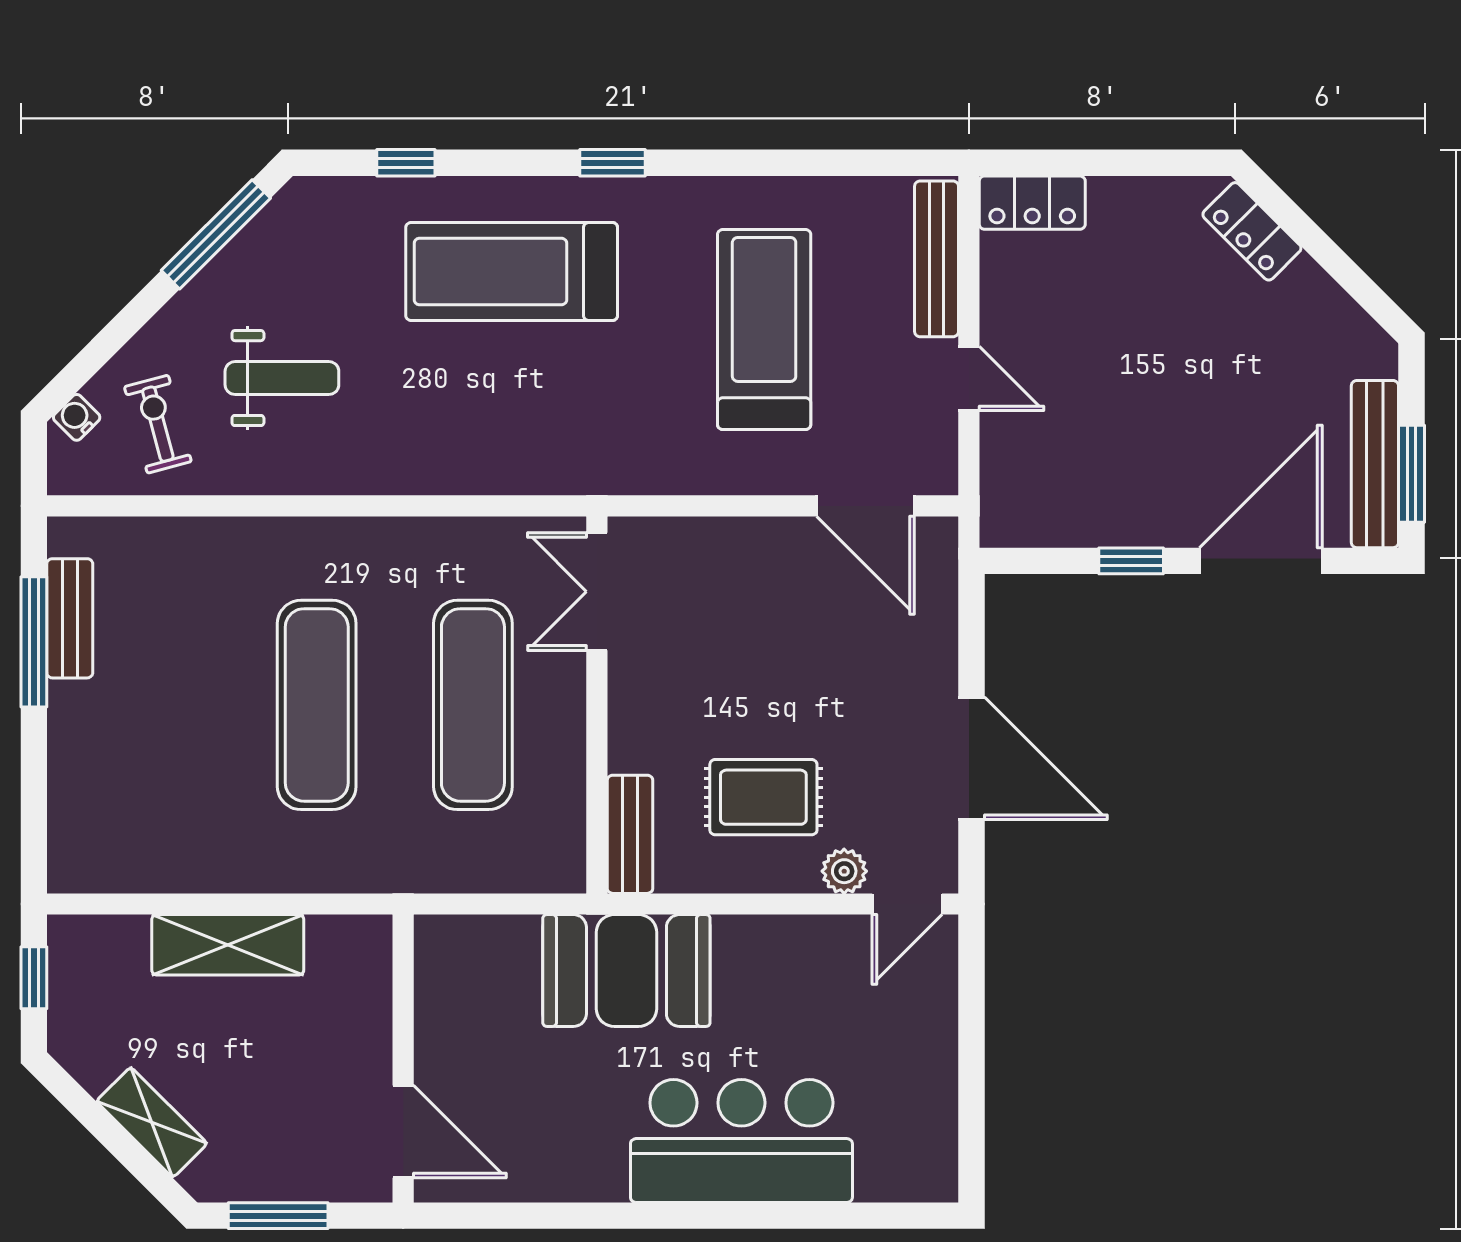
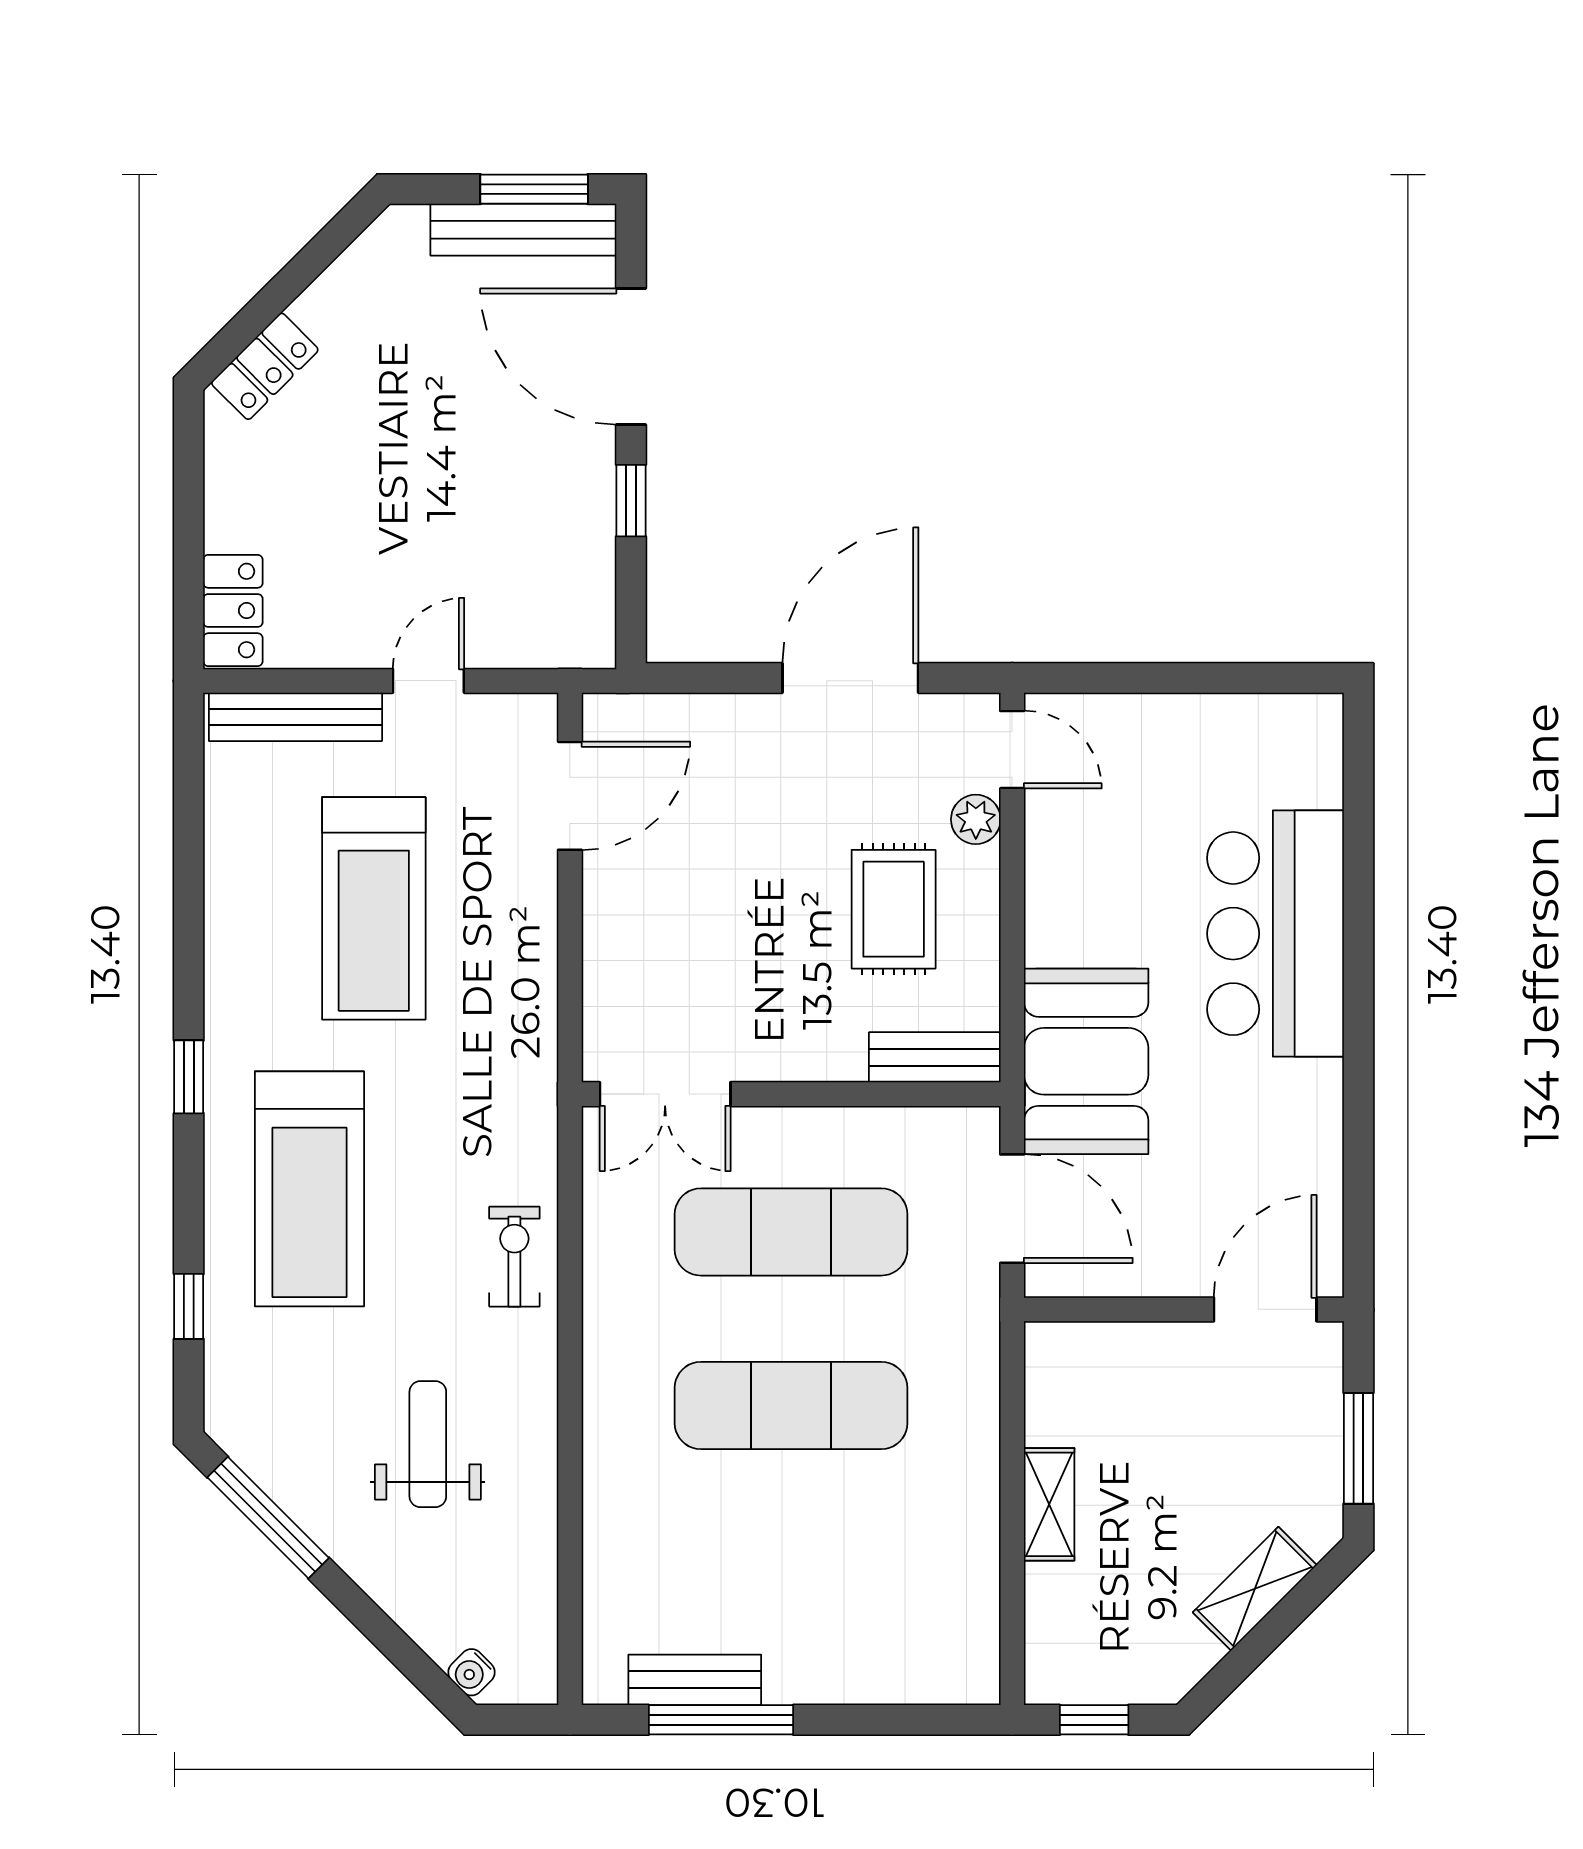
treadmill: (764, 329) -> (374, 908), turned -90
exercise bike: (158, 424) -> (514, 1257), moved, turned 105
door: (494, 904) -> (1012, 1209), added
shelving: (228, 945) -> (1049, 1504), width x0.67, depth x0.75

